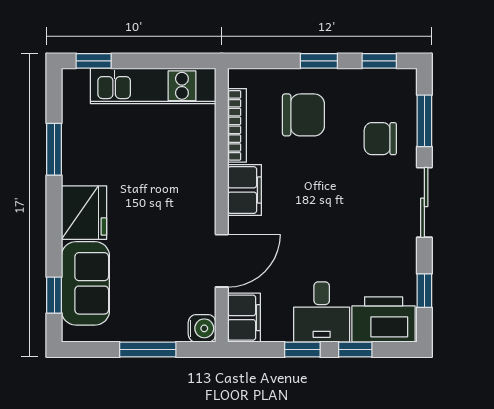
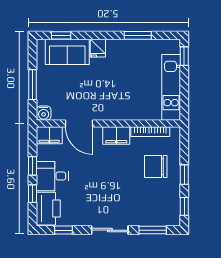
chair: (303, 115) -> (156, 166), turned 90
chair: (380, 139) -> (143, 207), removed
fridge: (84, 213) -> (98, 48), width x0.53, depth x0.75

